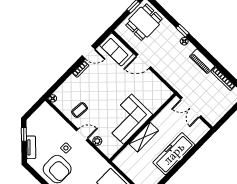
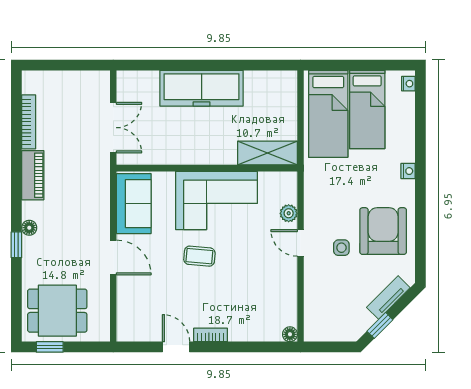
sofa: (116, 49) -> (134, 204), moved
coffee table: (80, 110) -> (199, 256), moved
shelving: (144, 137) -> (268, 153), moved

